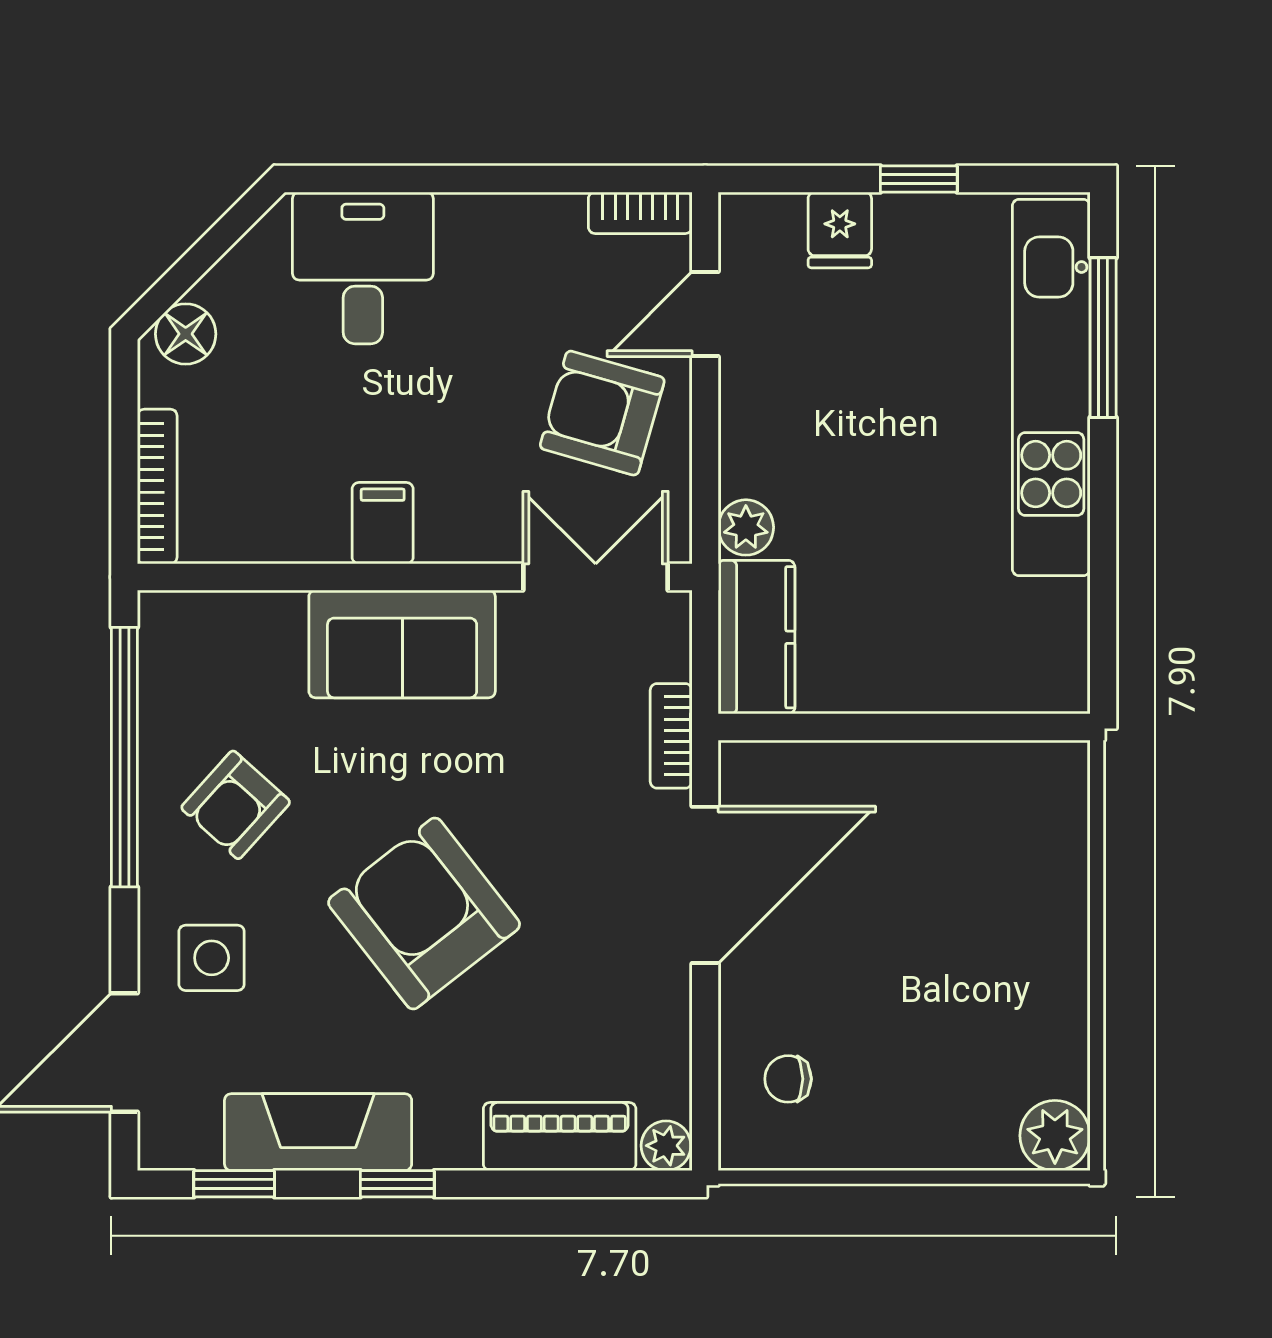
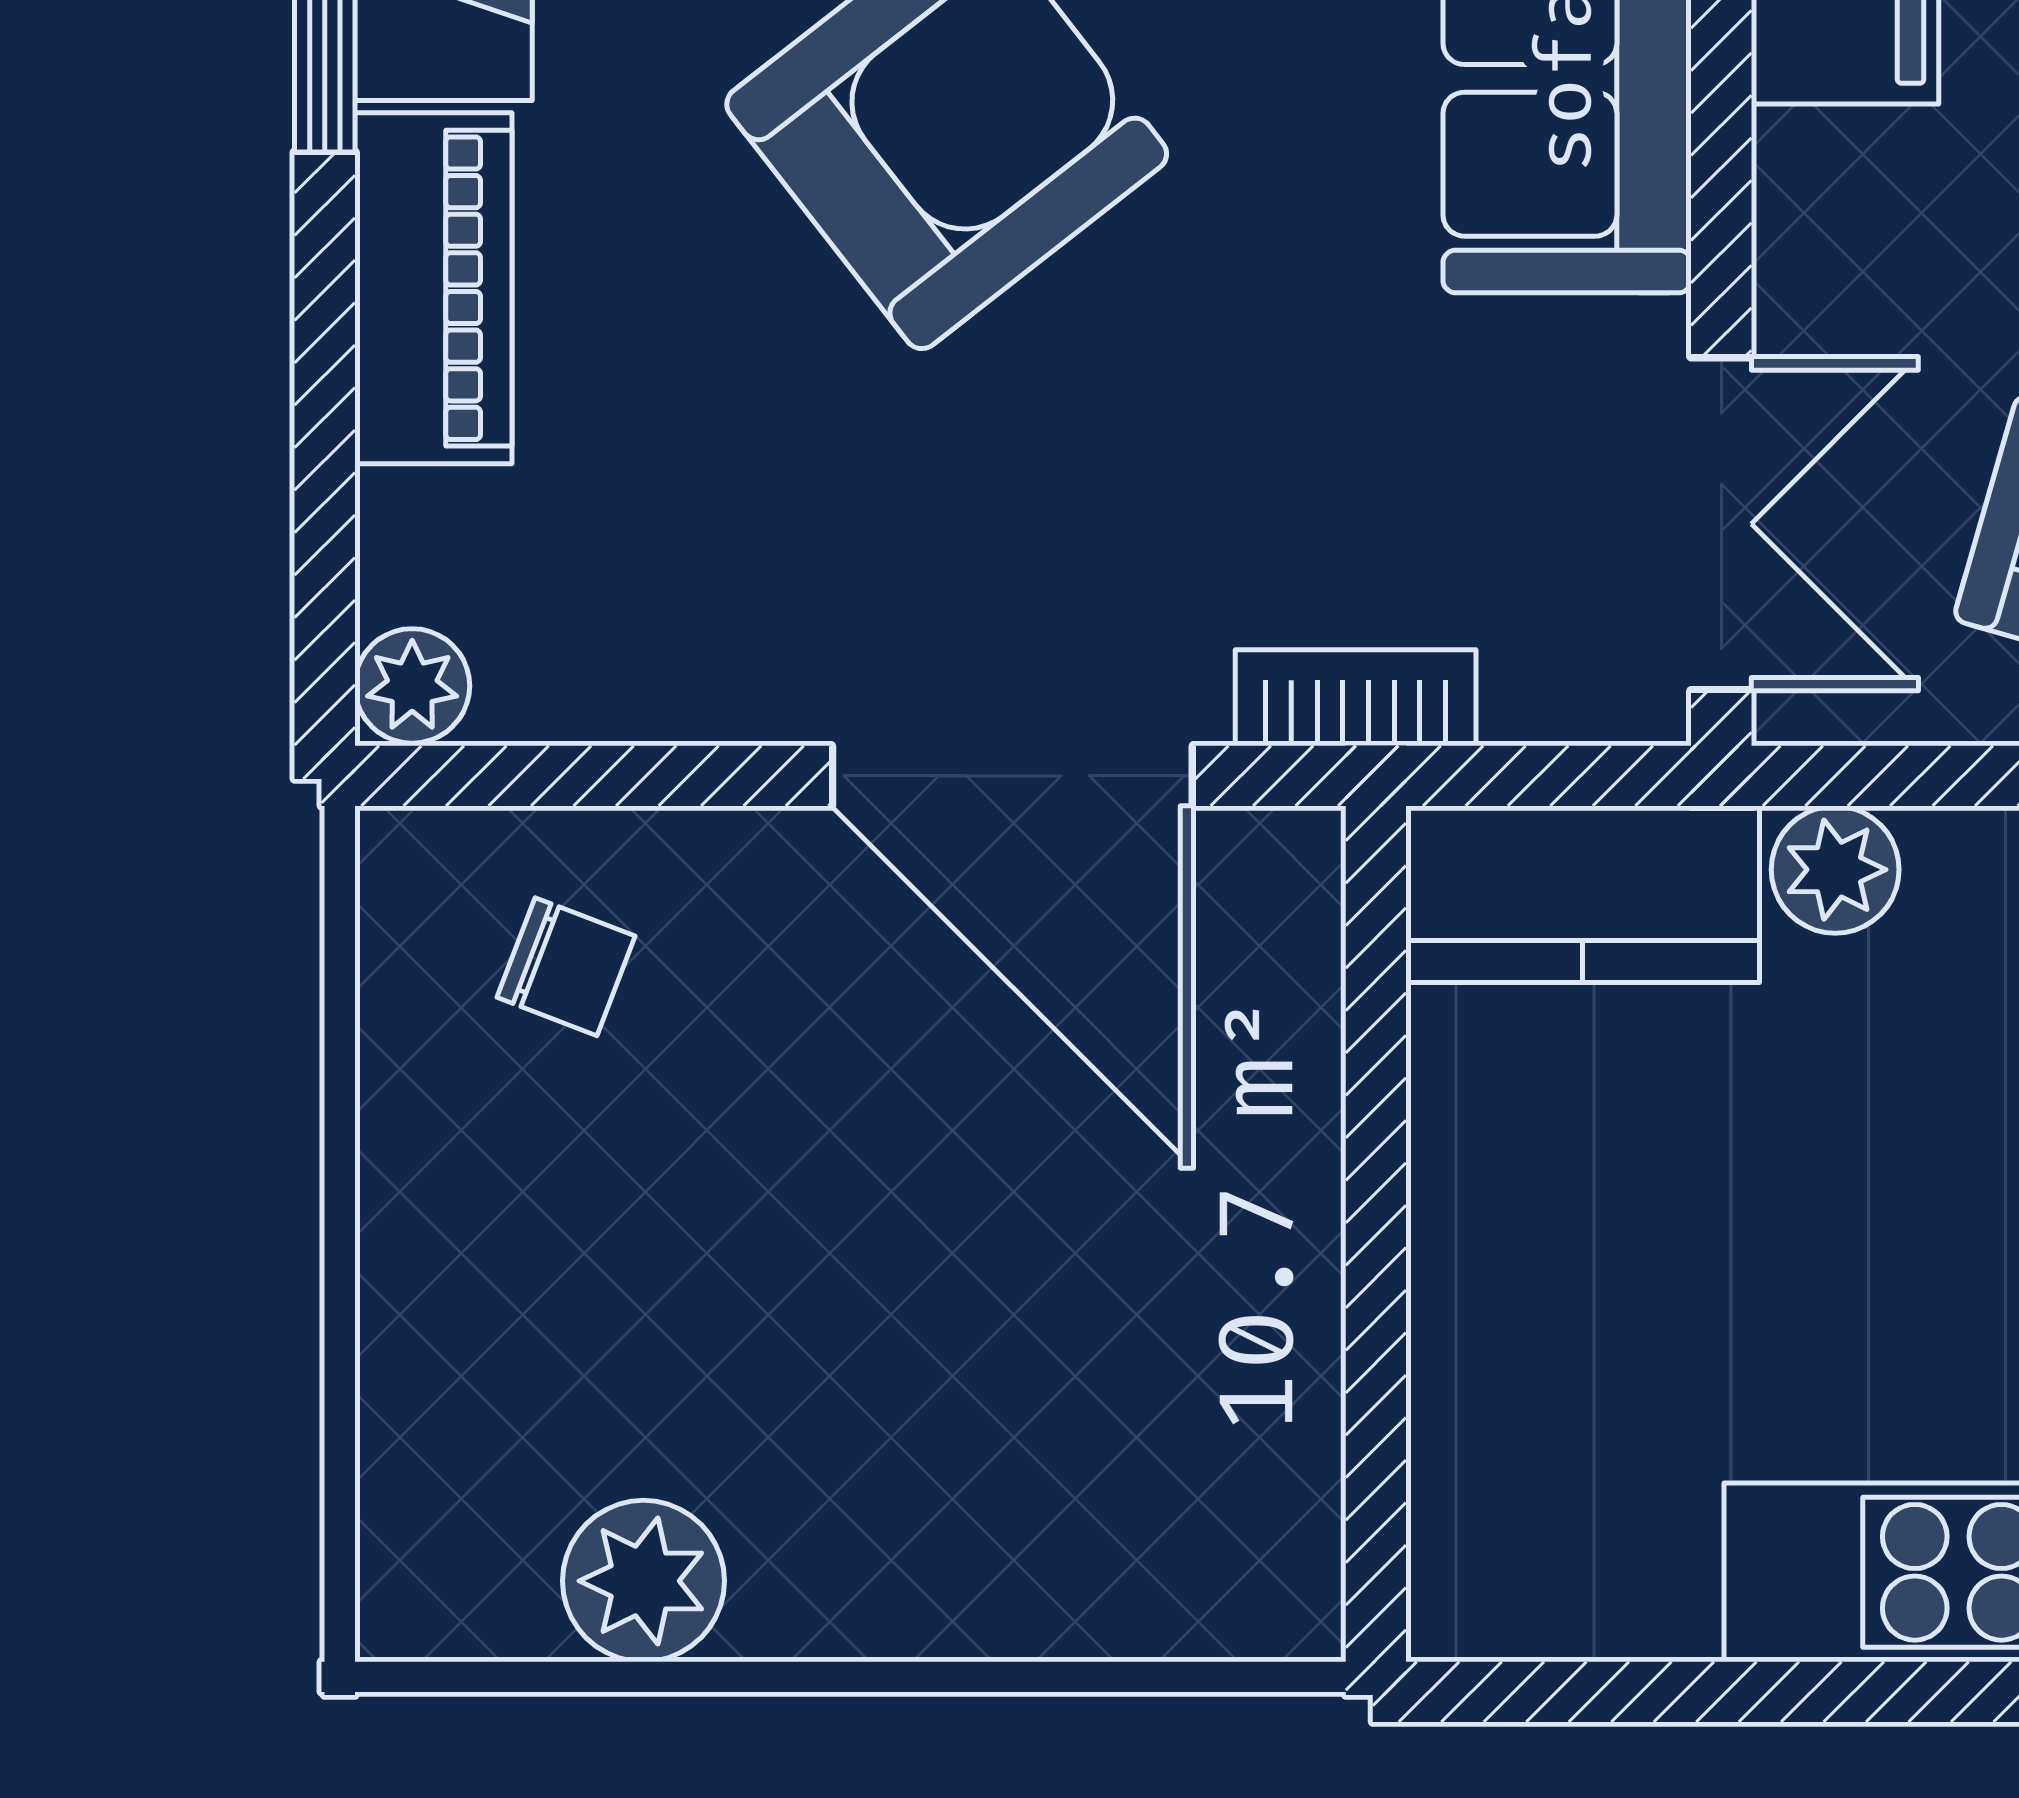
chair: (788, 1079) -> (566, 967), turned 111
plant: (1055, 1136) -> (643, 1581), moved
piano: (560, 1137) -> (433, 288), moved

